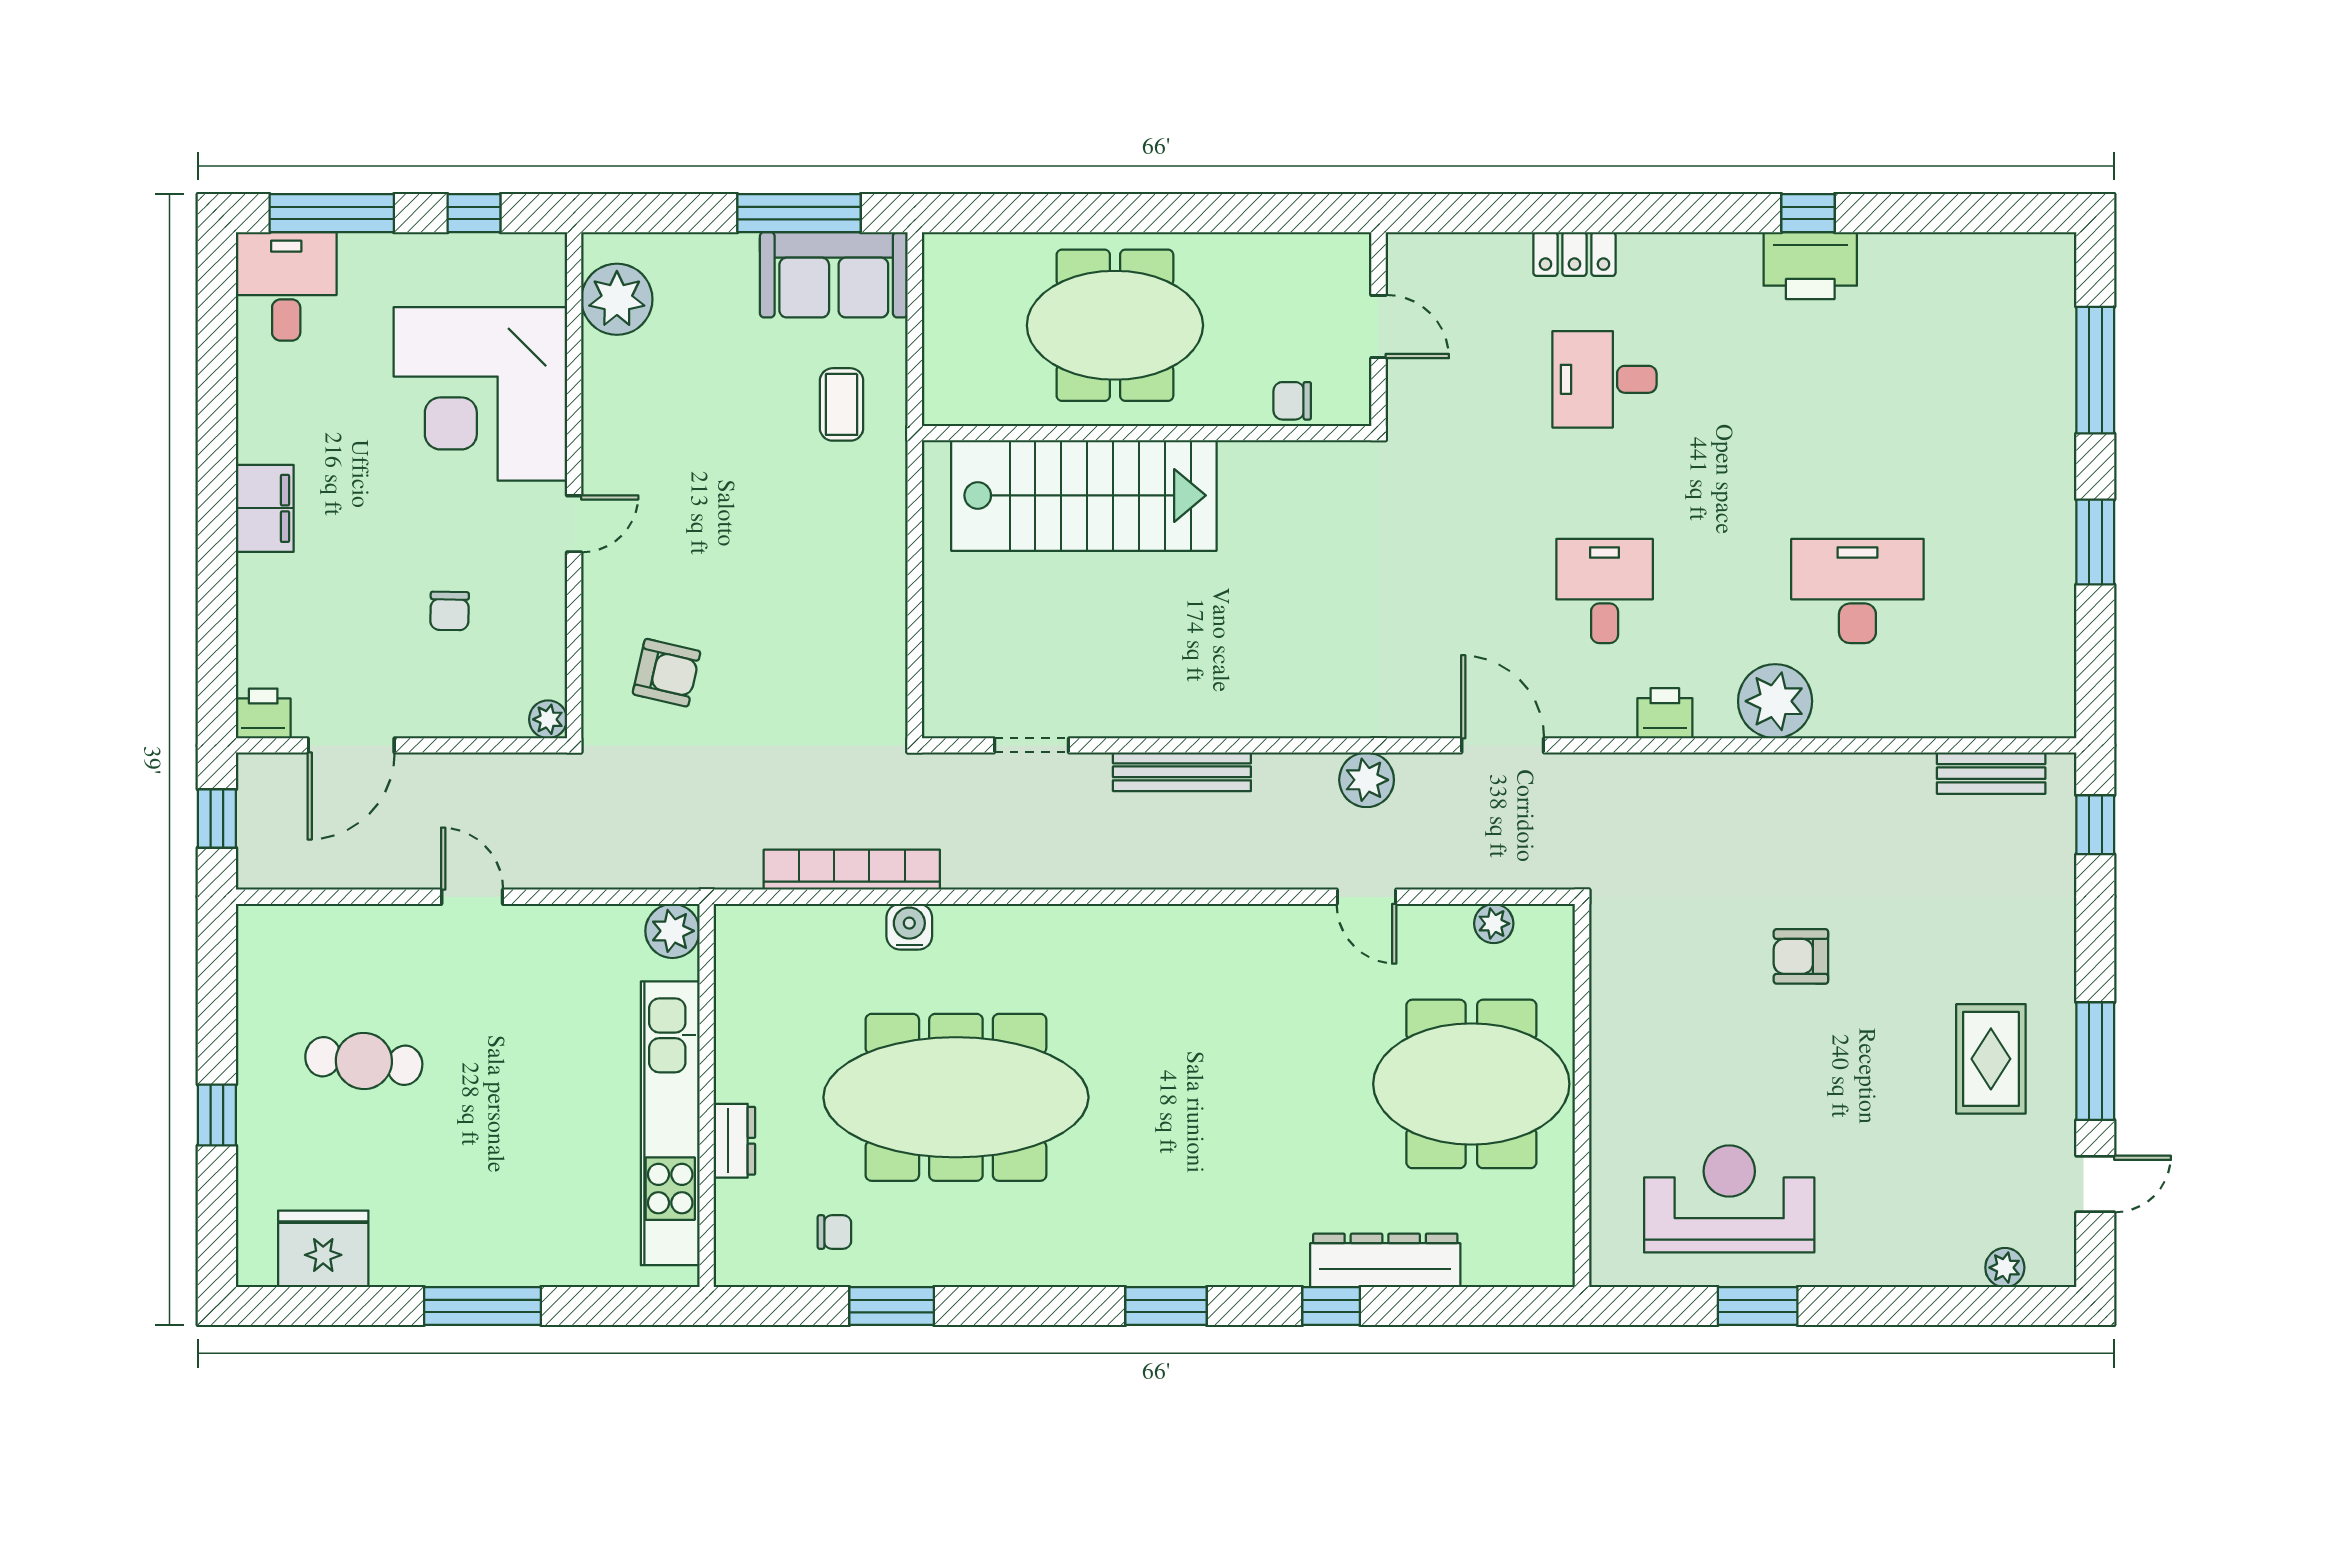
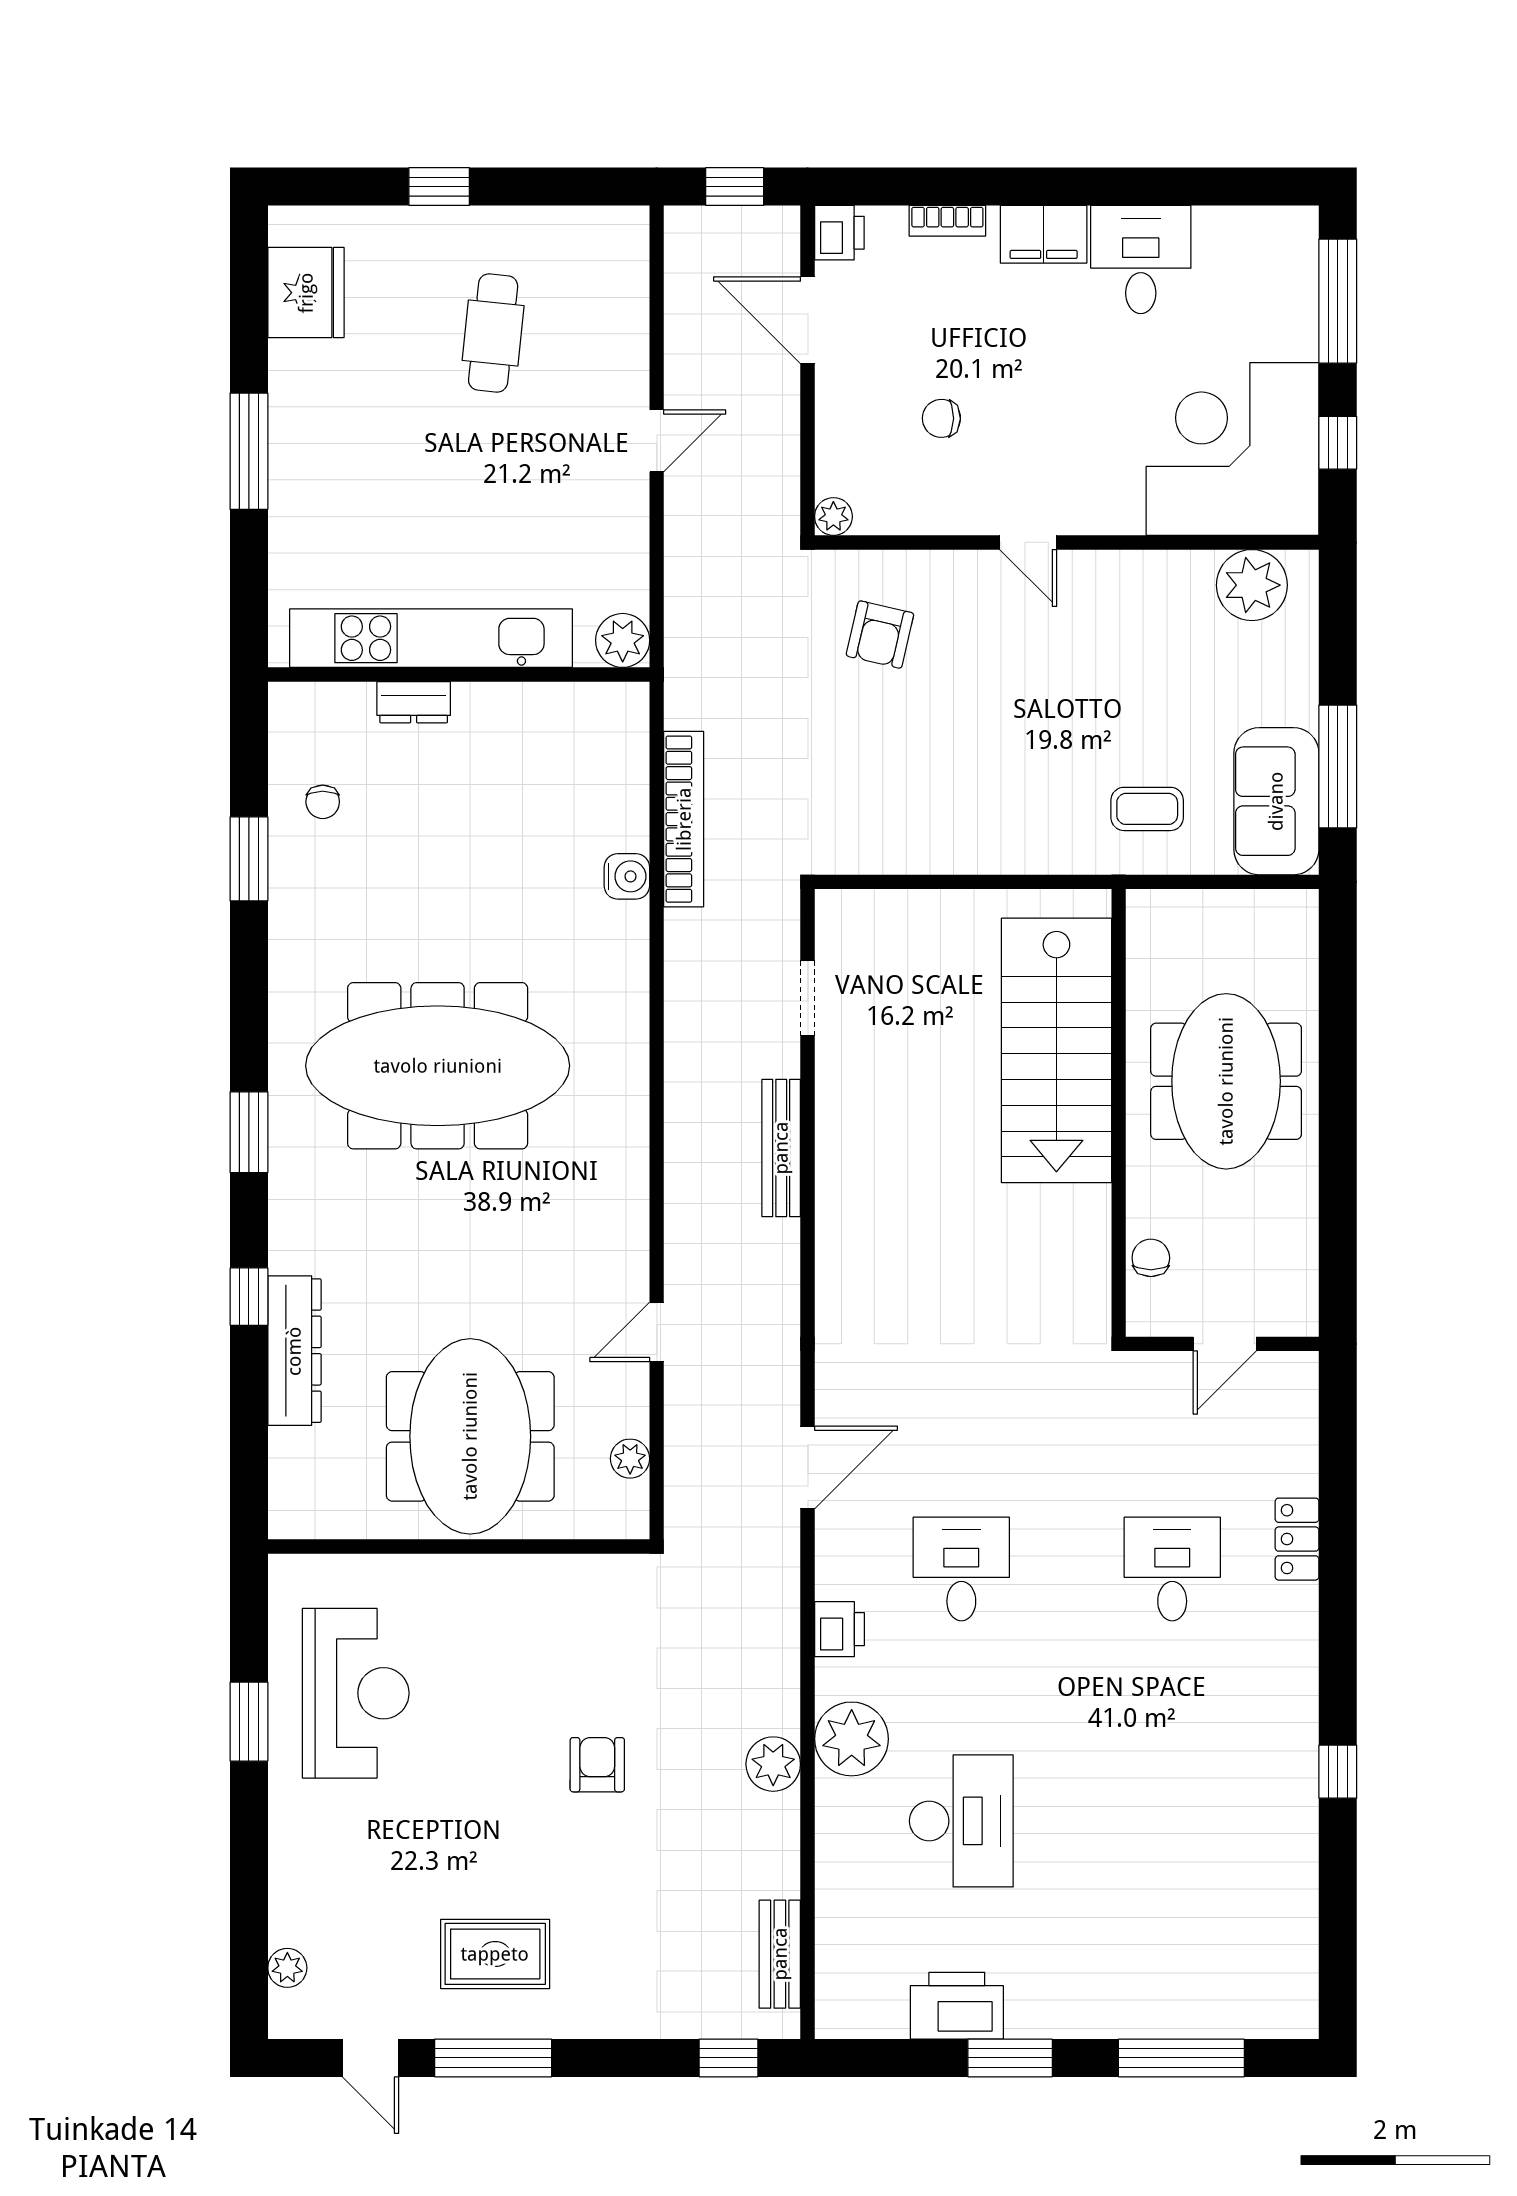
printer: (1810, 266) -> (957, 2006), moved, turned 90
desk: (286, 286) -> (1141, 260), moved, turned -90
corner desk: (480, 394) -> (1233, 449), moved
desk: (1605, 591) -> (961, 1569), turned -90
bookcase: (251, 605) -> (947, 221), added
plant: (1367, 780) -> (773, 1764), moved
meeting table: (956, 1097) -> (438, 1066), moved, turned 90

